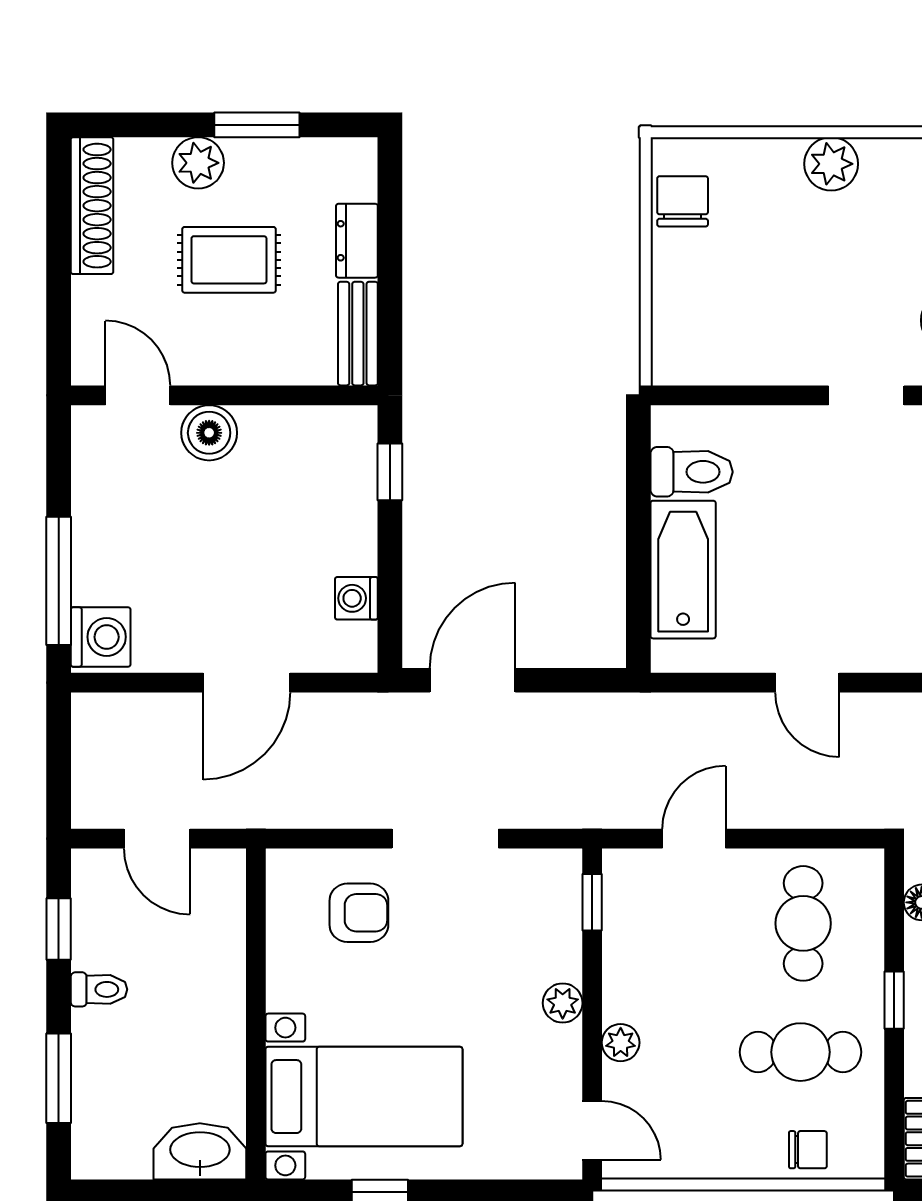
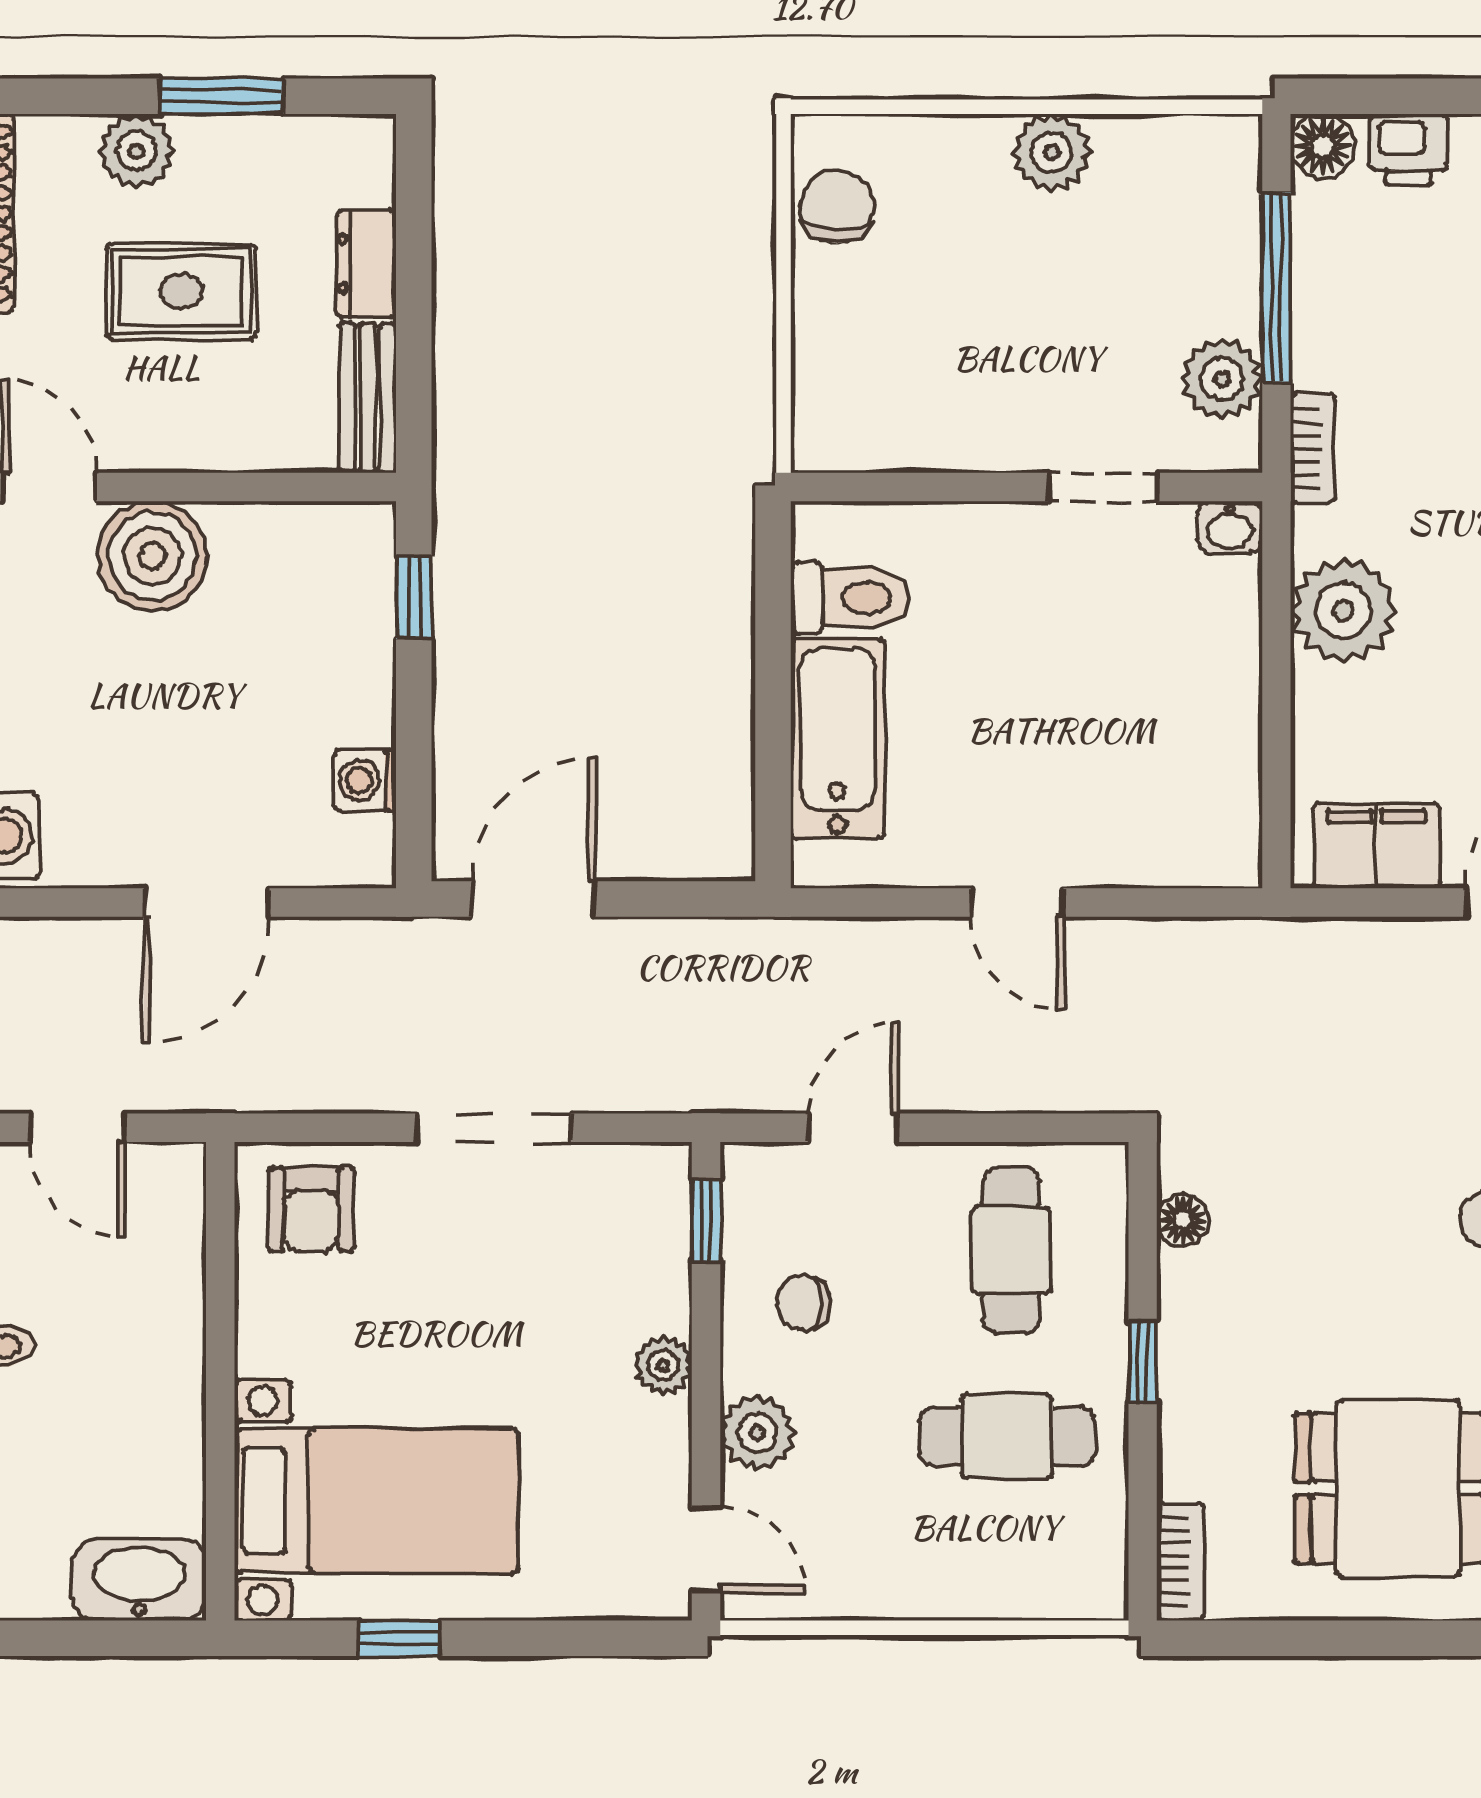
boiler: (209, 433) -> (152, 556), width x1.37, depth x1.37
armchair: (359, 913) -> (311, 1209), moved, turned 90
plant: (621, 1043) -> (757, 1433), width x1.38, depth x1.38
chair: (808, 1150) -> (803, 1303), moved, turned 180

